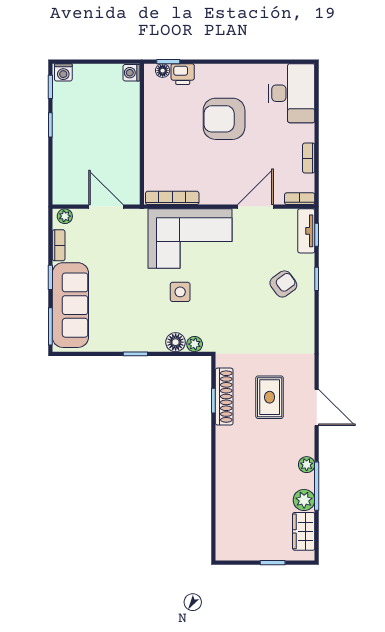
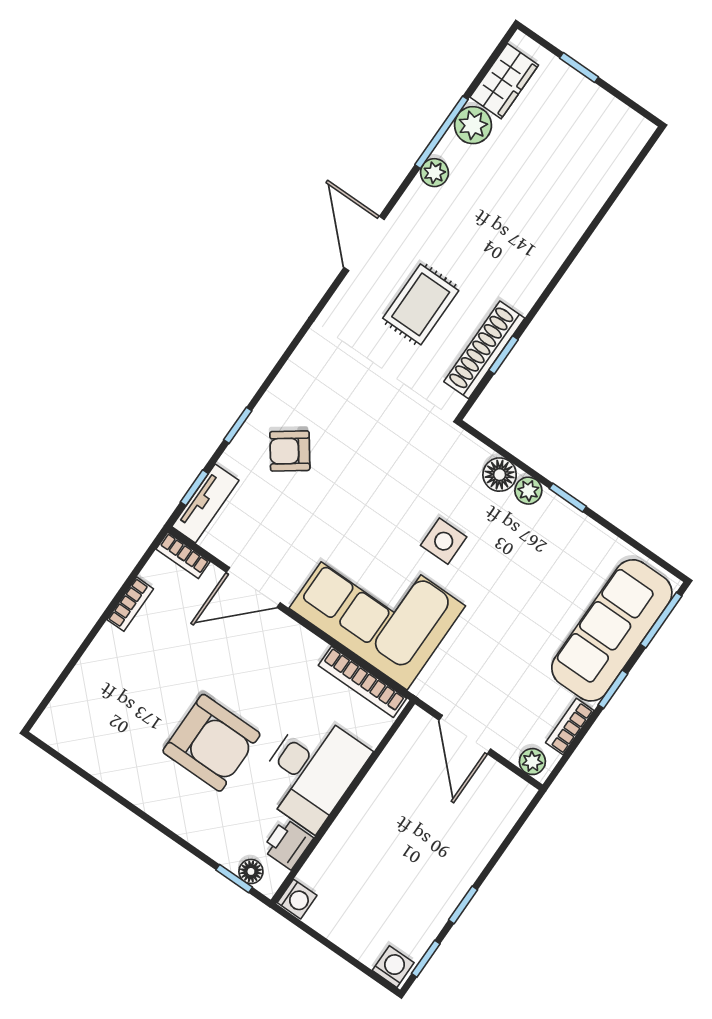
printer: (183, 74) -> (288, 844), moved, turned -90
desk: (291, 93) -> (312, 771), moved, turned 180
plant: (195, 344) -> (528, 491), moved

